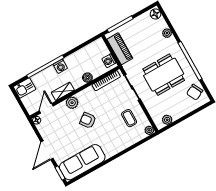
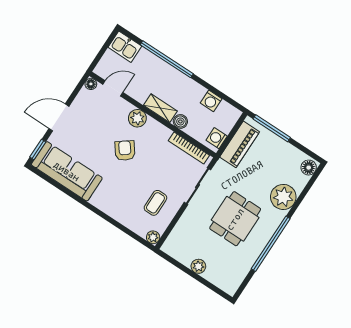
plant: (167, 33) -> (283, 197), width x1.88, depth x1.88
washing machine: (60, 66) -> (211, 101), moved
dining table: (164, 75) -> (235, 219), width x0.73
shelving: (63, 91) -> (160, 108), moved
chair: (195, 92) -> (233, 271), removed
plant: (167, 120) -> (198, 266), moved

